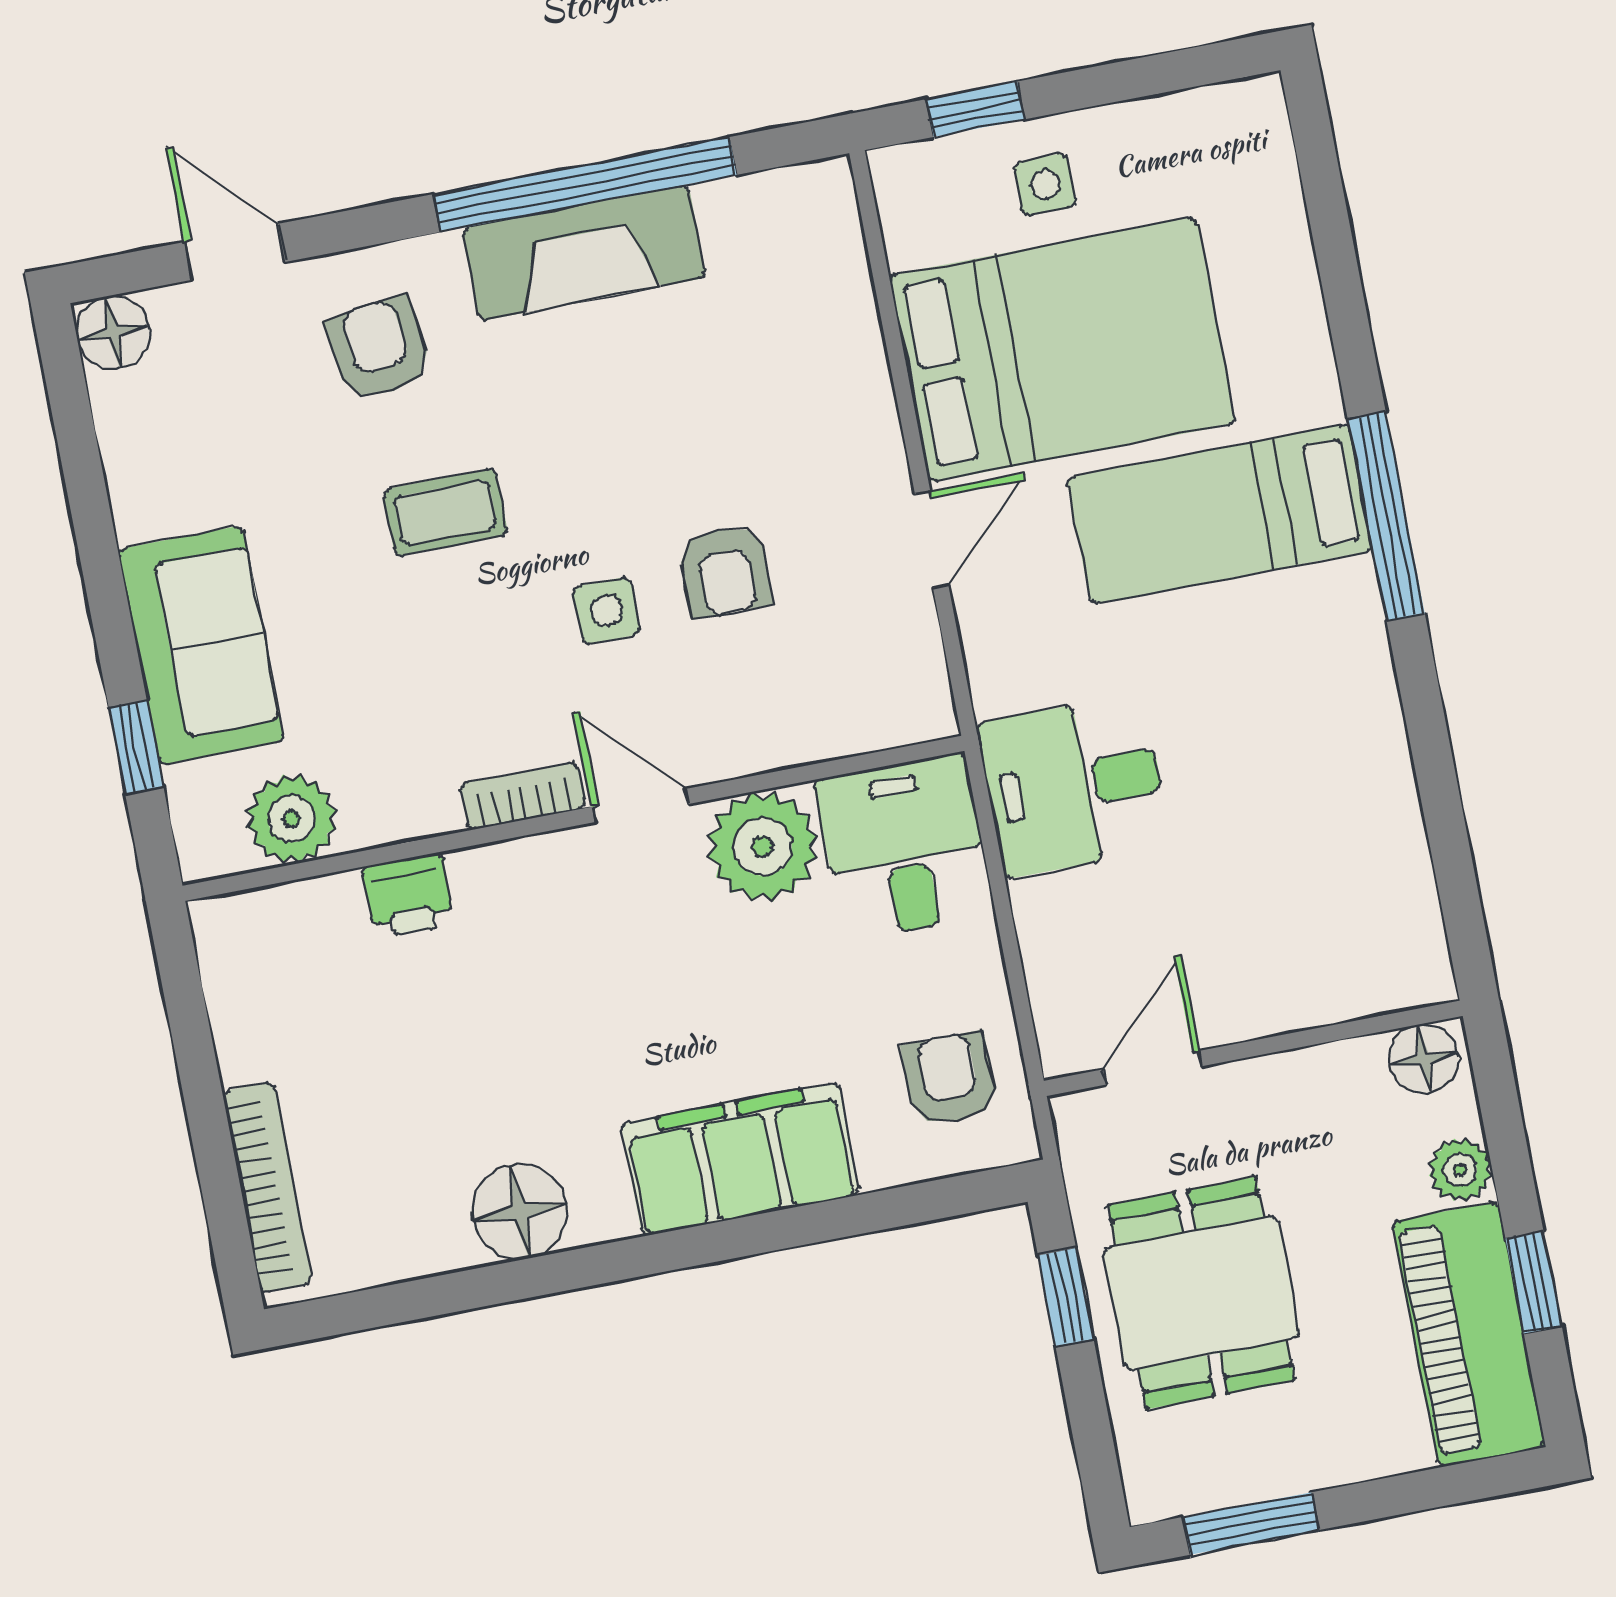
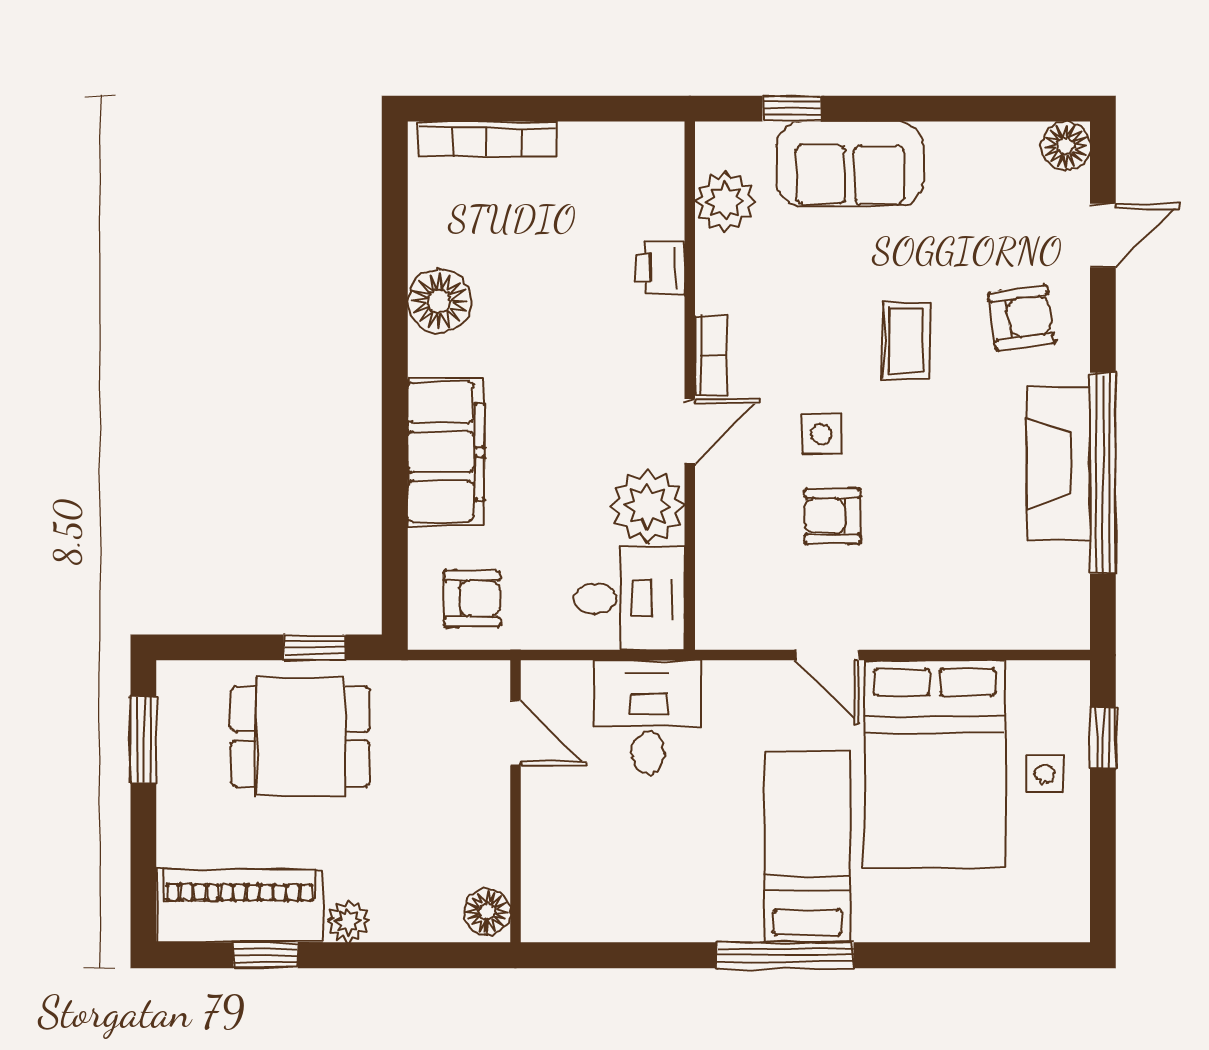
wall: (1253, 1048) -> (515, 801), moved
floor lamp: (1424, 1059) -> (487, 912), moved
door: (1152, 1068) -> (515, 733), moved

